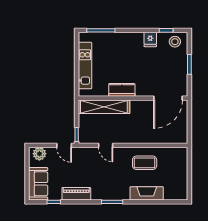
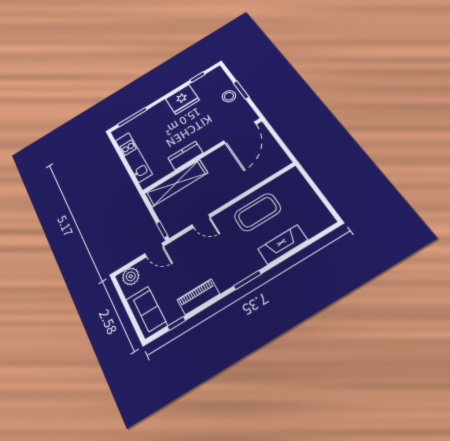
fridge: (150, 39) -> (182, 99), width x1.88, depth x1.34
stool: (175, 42) -> (229, 96), moved
coffee table: (145, 163) -> (257, 212), width x1.36, depth x1.32

